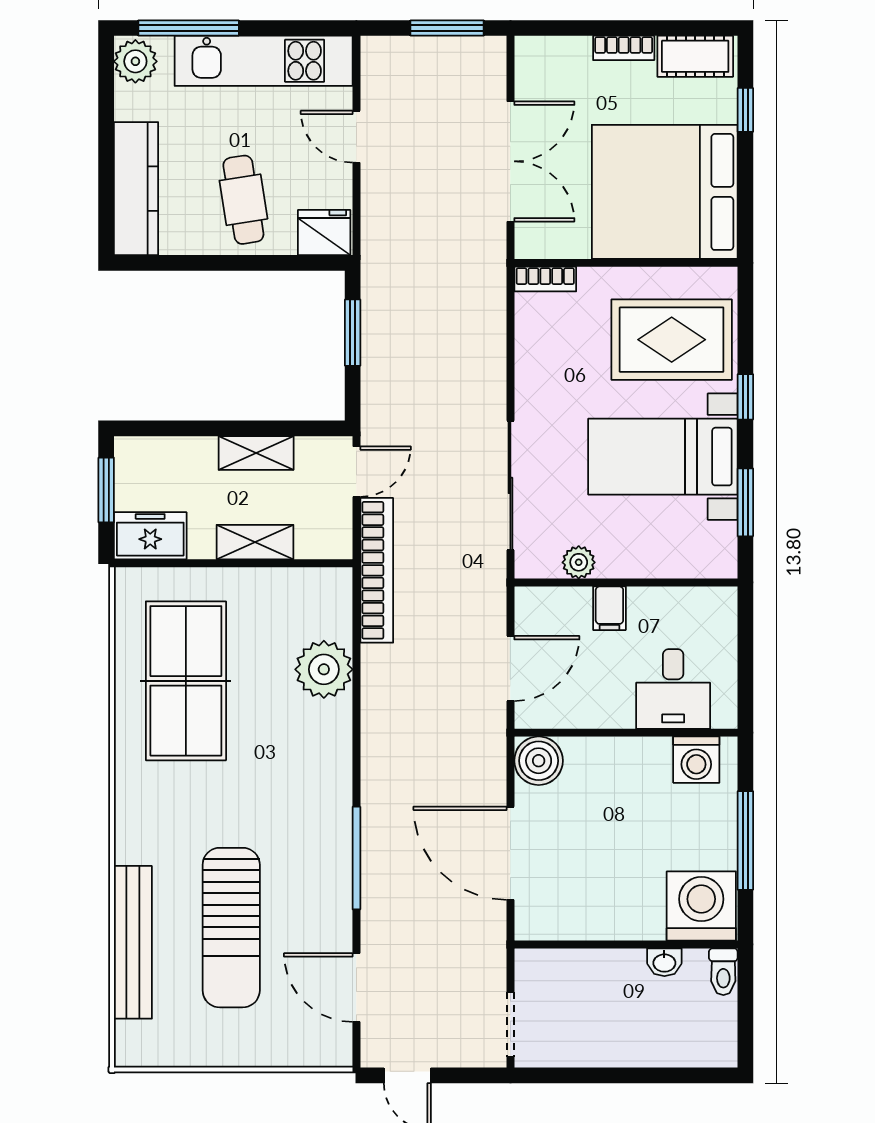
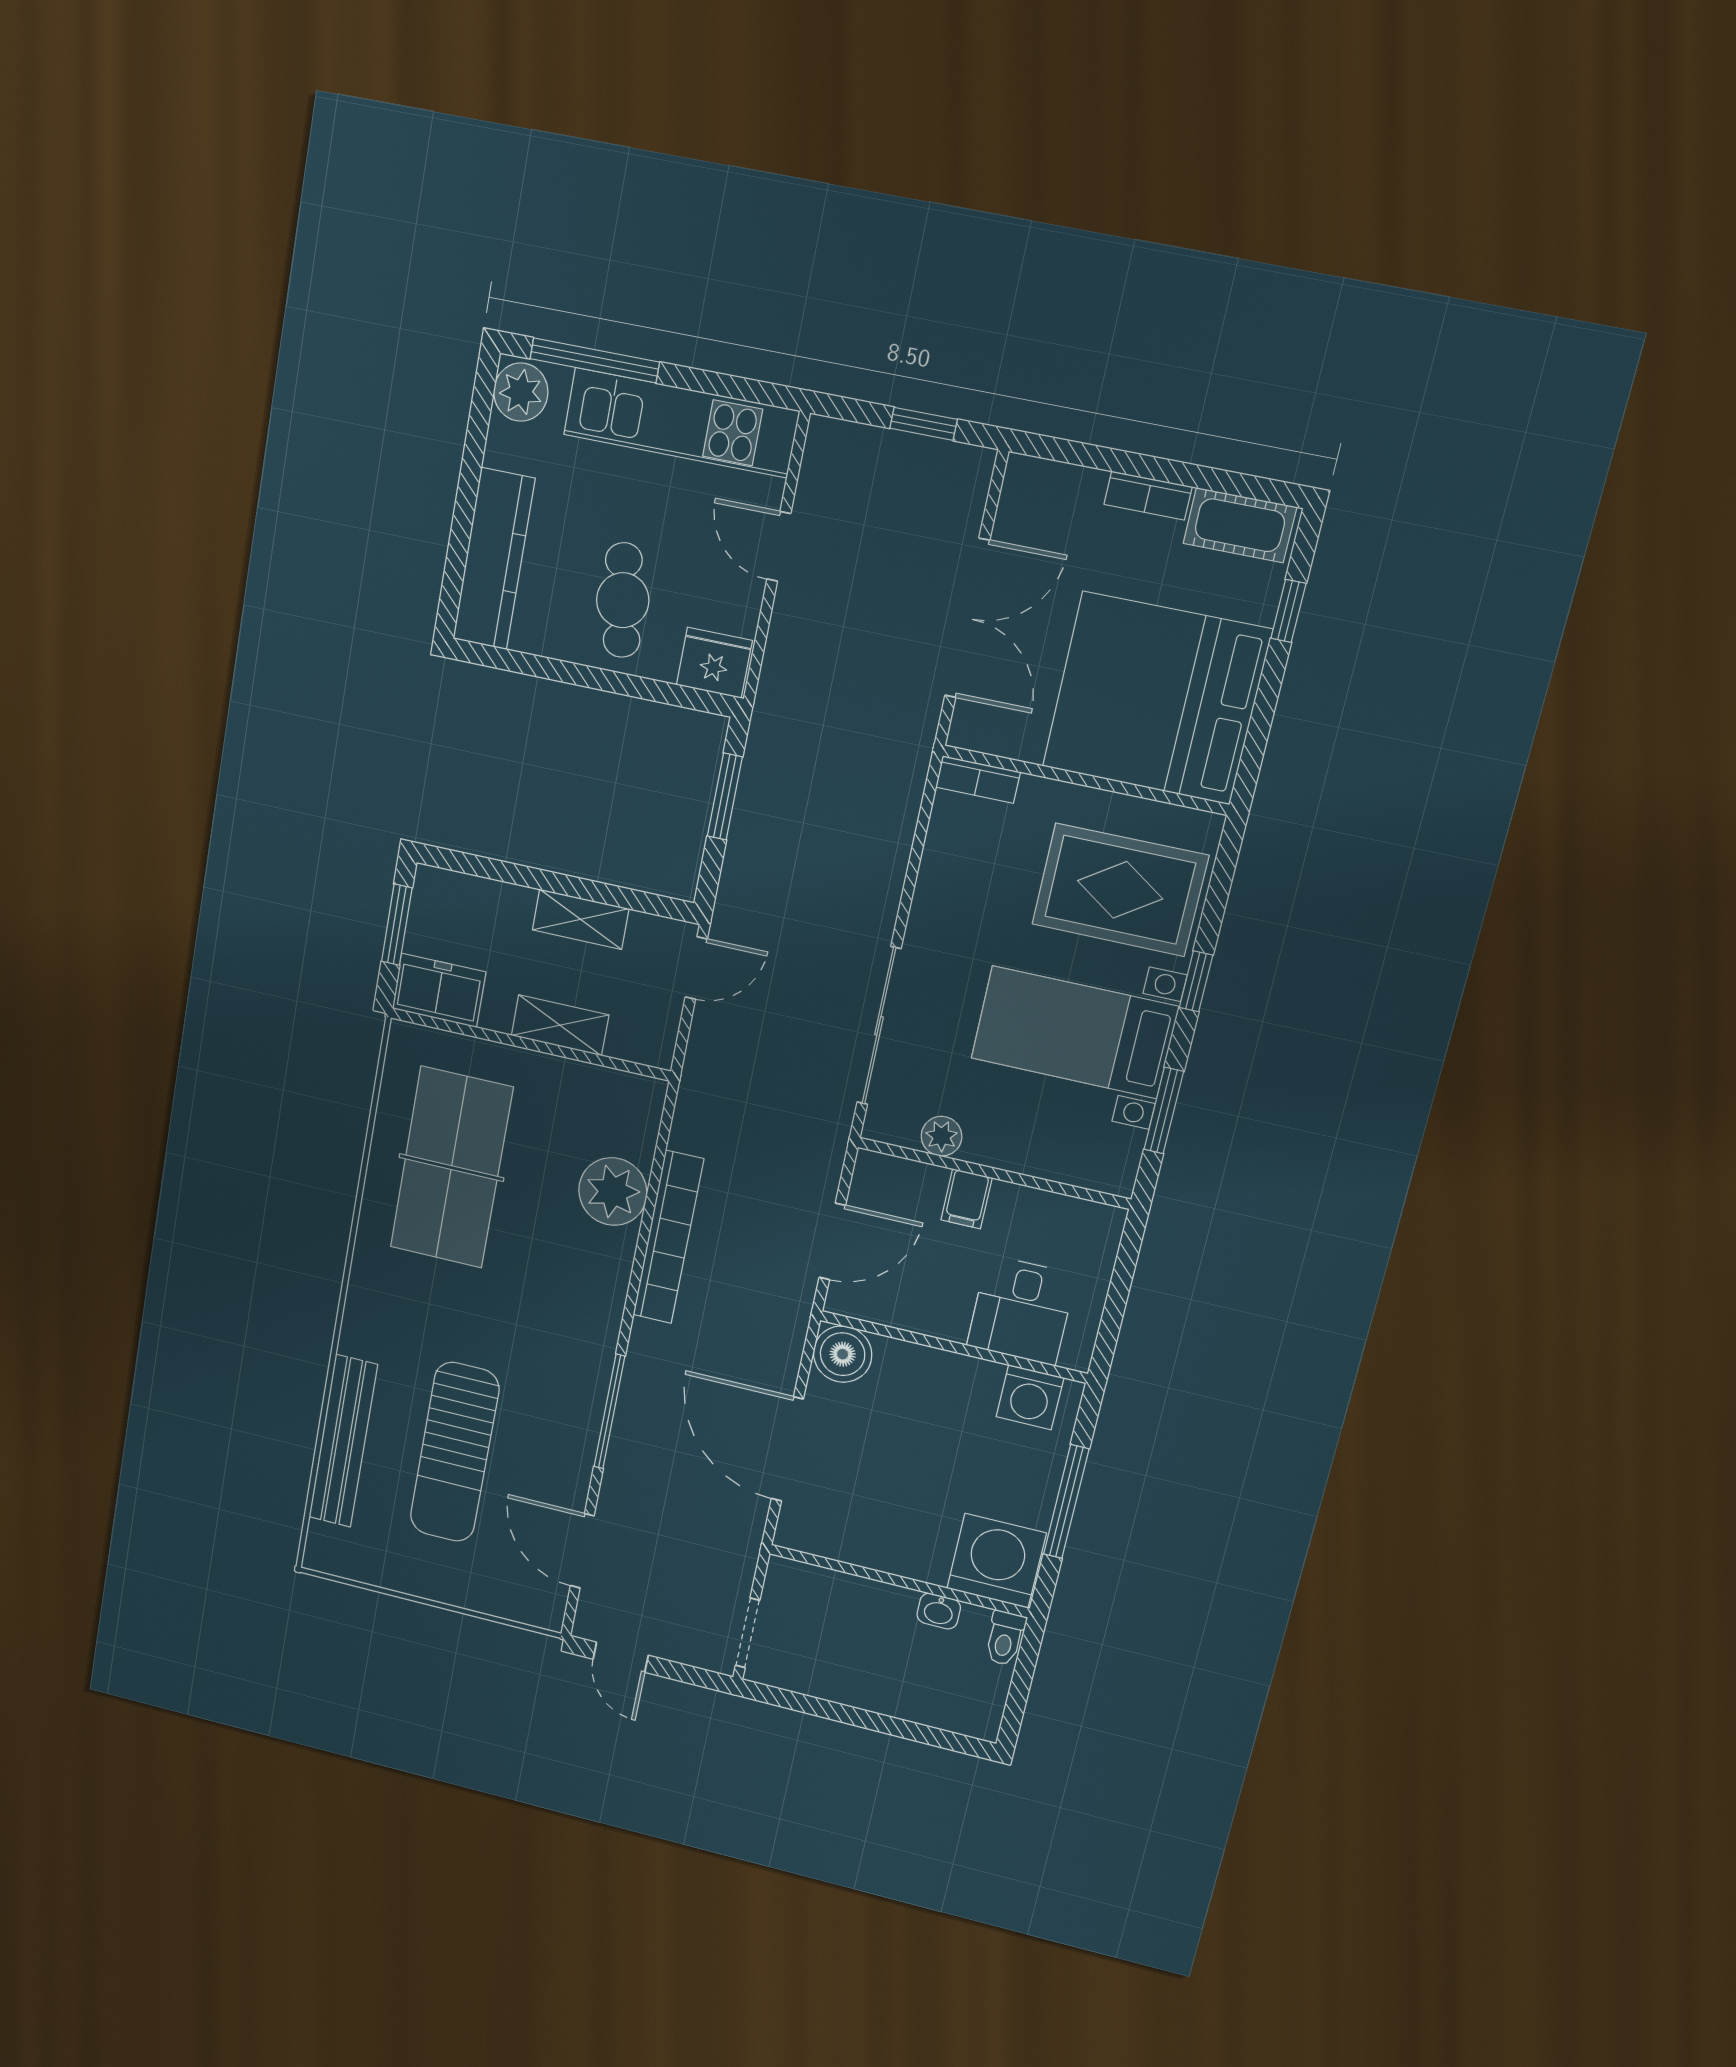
window: (447, 28) -> (924, 424), width x0.67
bookcase: (377, 570) -> (668, 1237), moved

